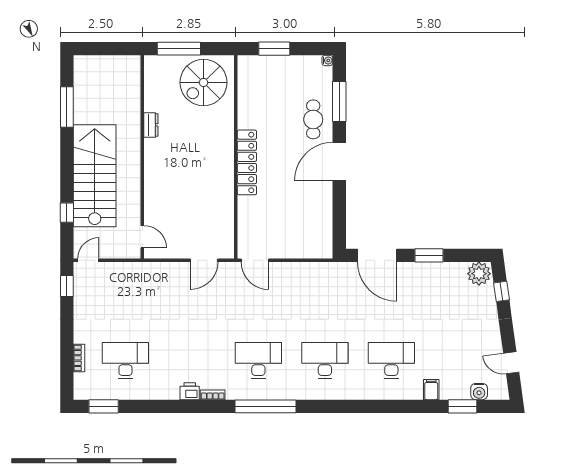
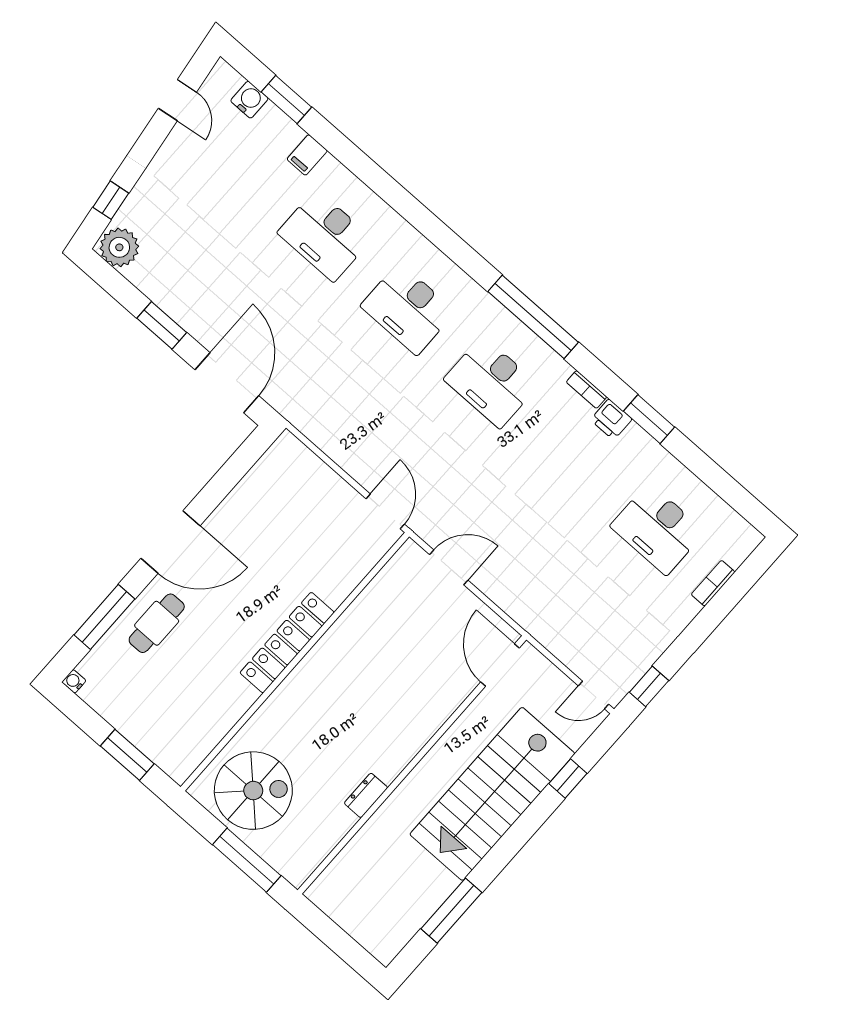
door: (142, 237) -> (500, 665), width x1.38
window: (104, 406) -> (649, 419), moved

